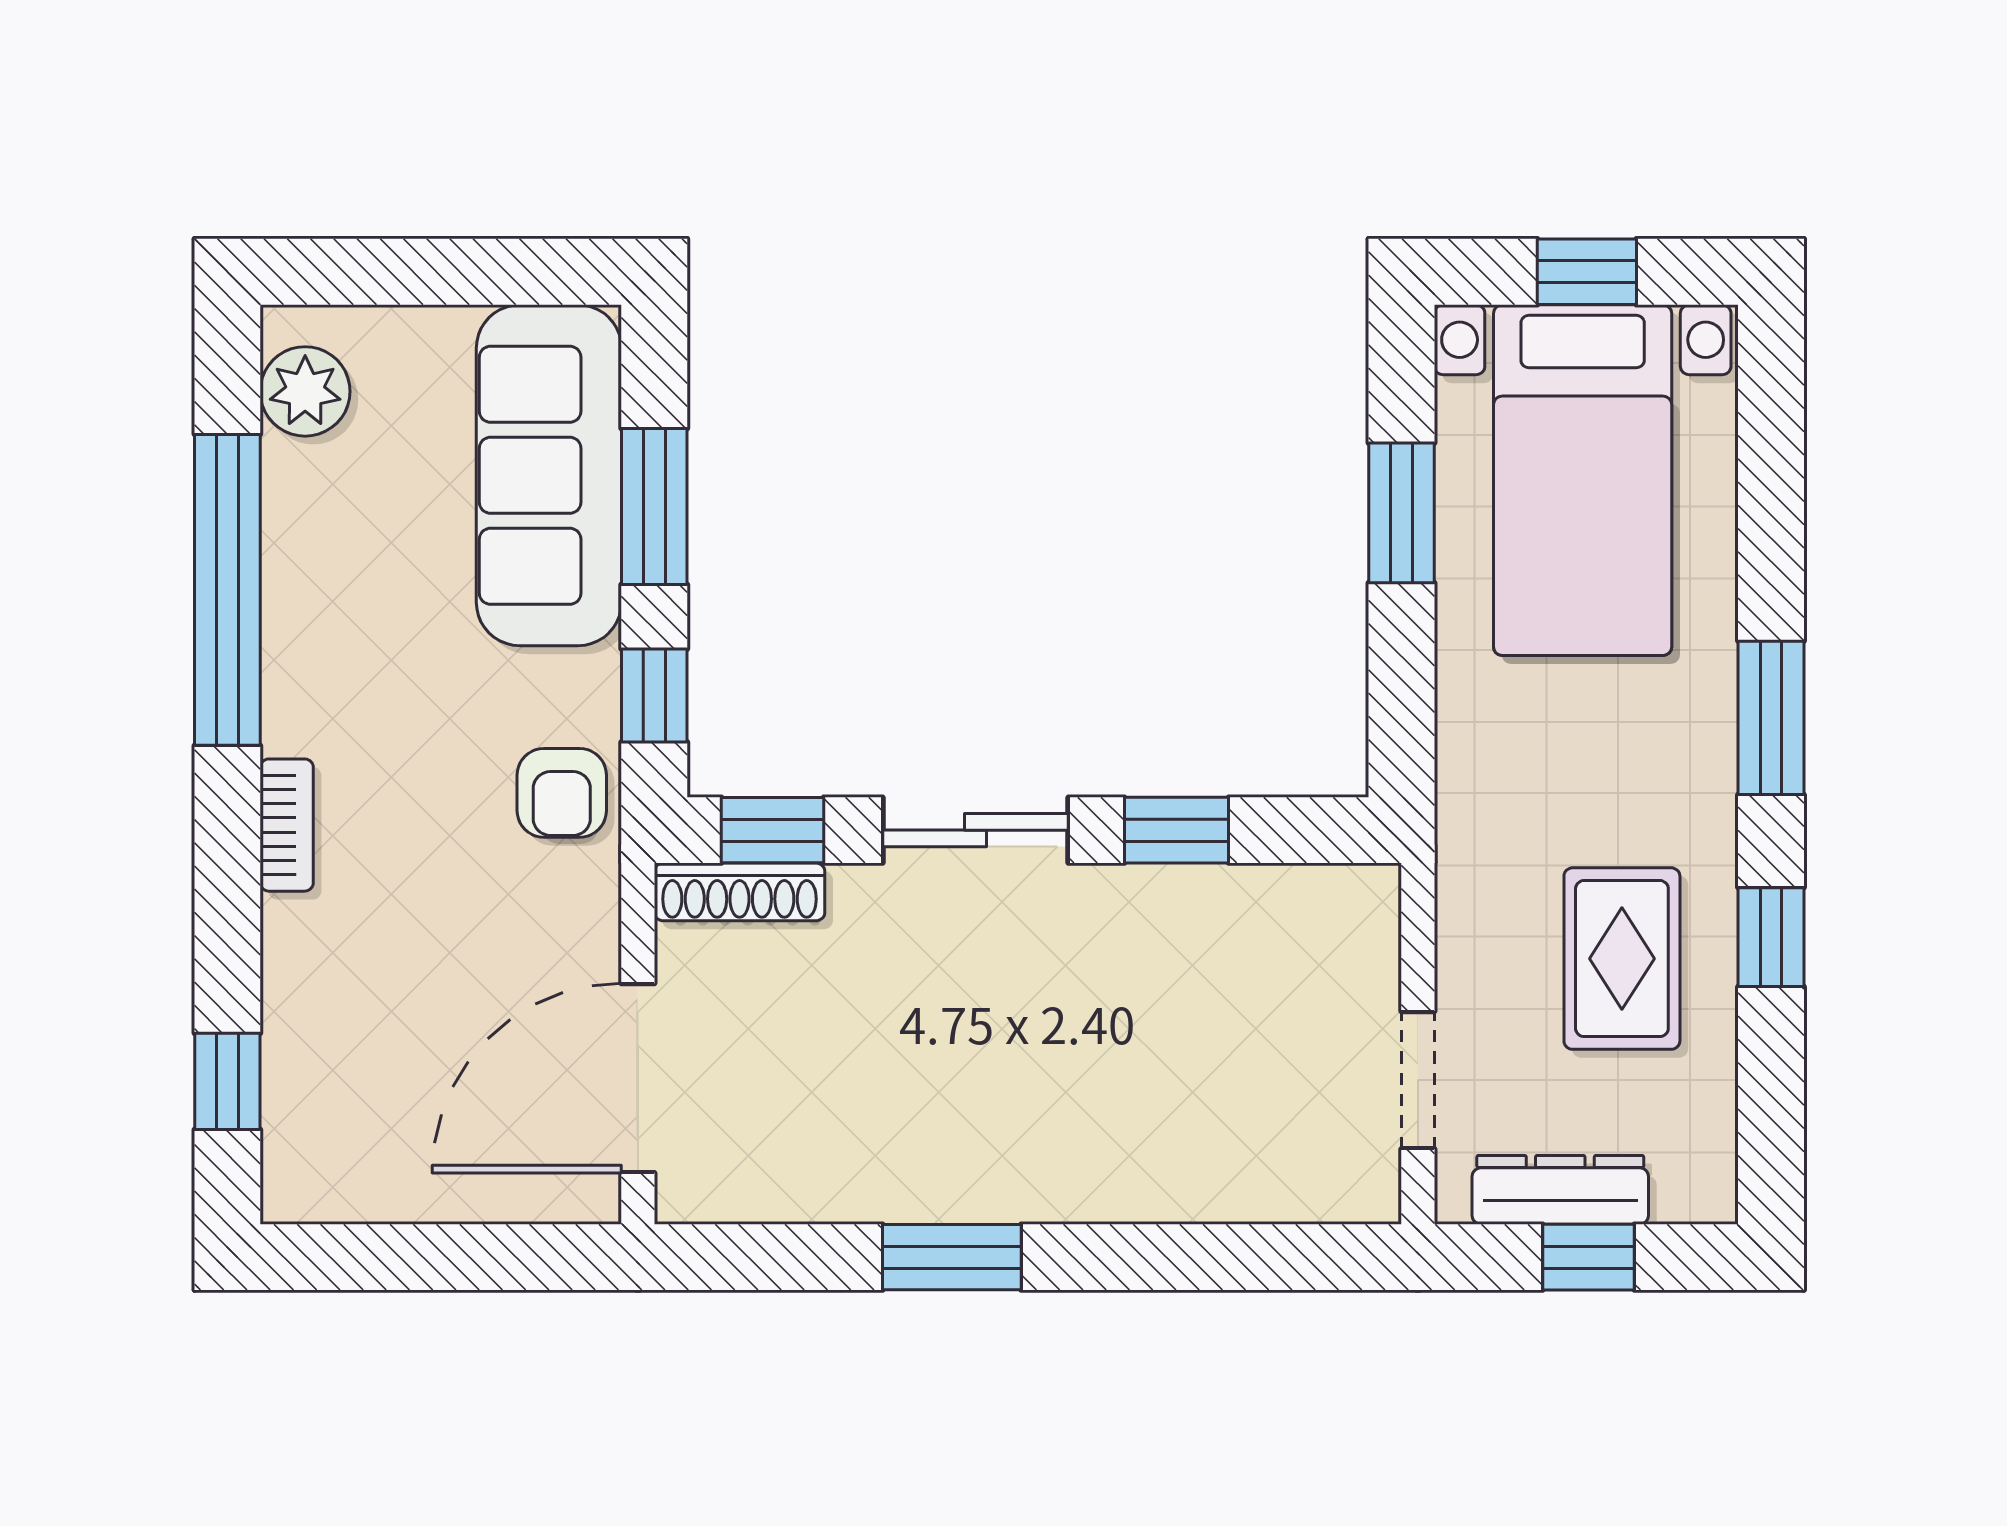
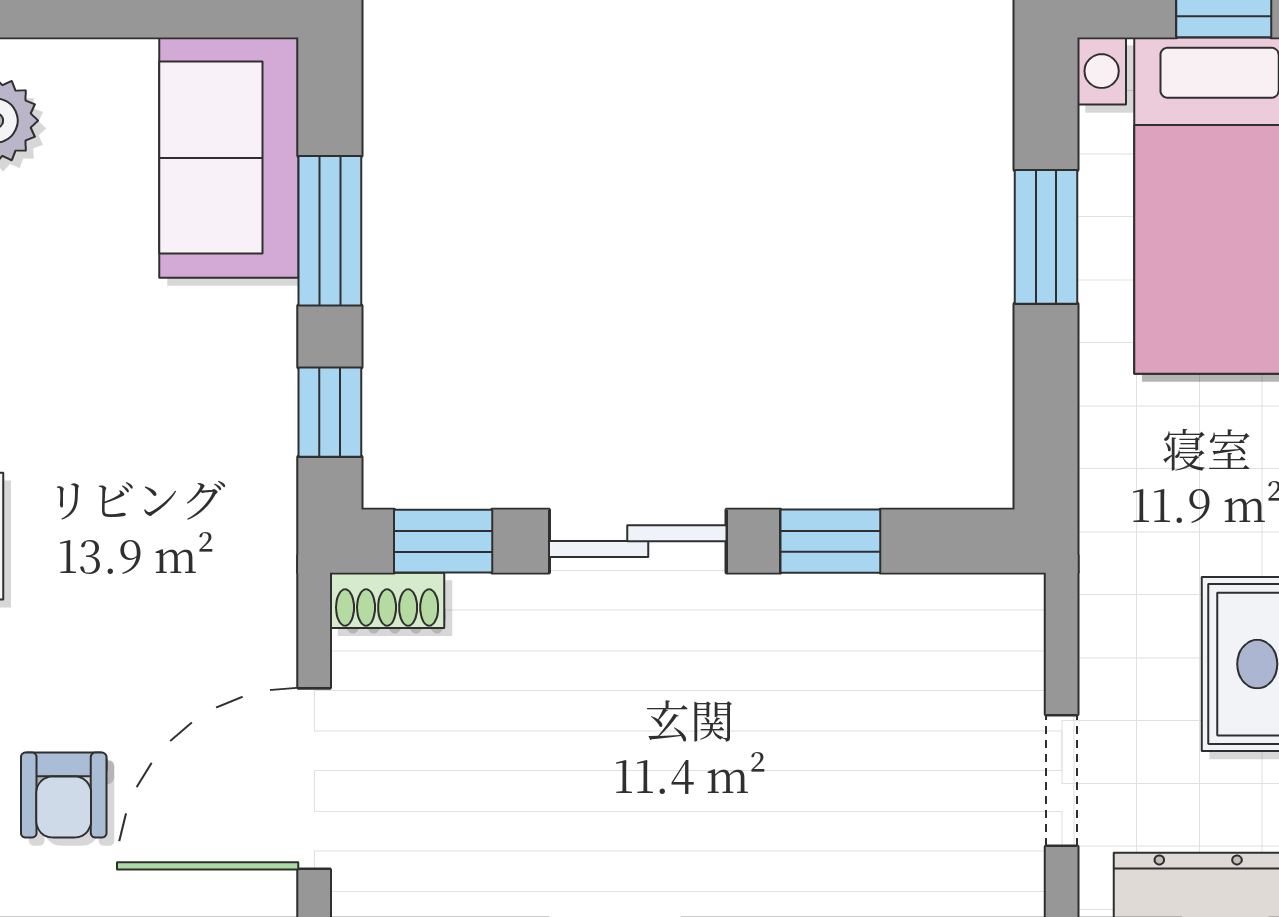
sofa: (549, 475) -> (229, 158), width x0.73
armchair: (562, 793) -> (64, 795), moved
shoe rack: (740, 892) -> (387, 600), width x0.70

